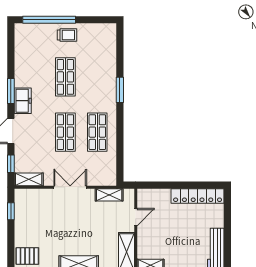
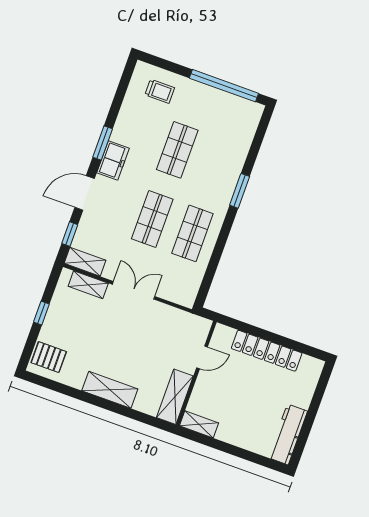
window: (49, 20) -> (224, 86), moved
trolley: (67, 35) -> (160, 91), moved
shelving: (109, 195) -> (88, 285), moved
locker: (198, 196) -> (267, 351), moved
window: (11, 211) -> (41, 313), moved

